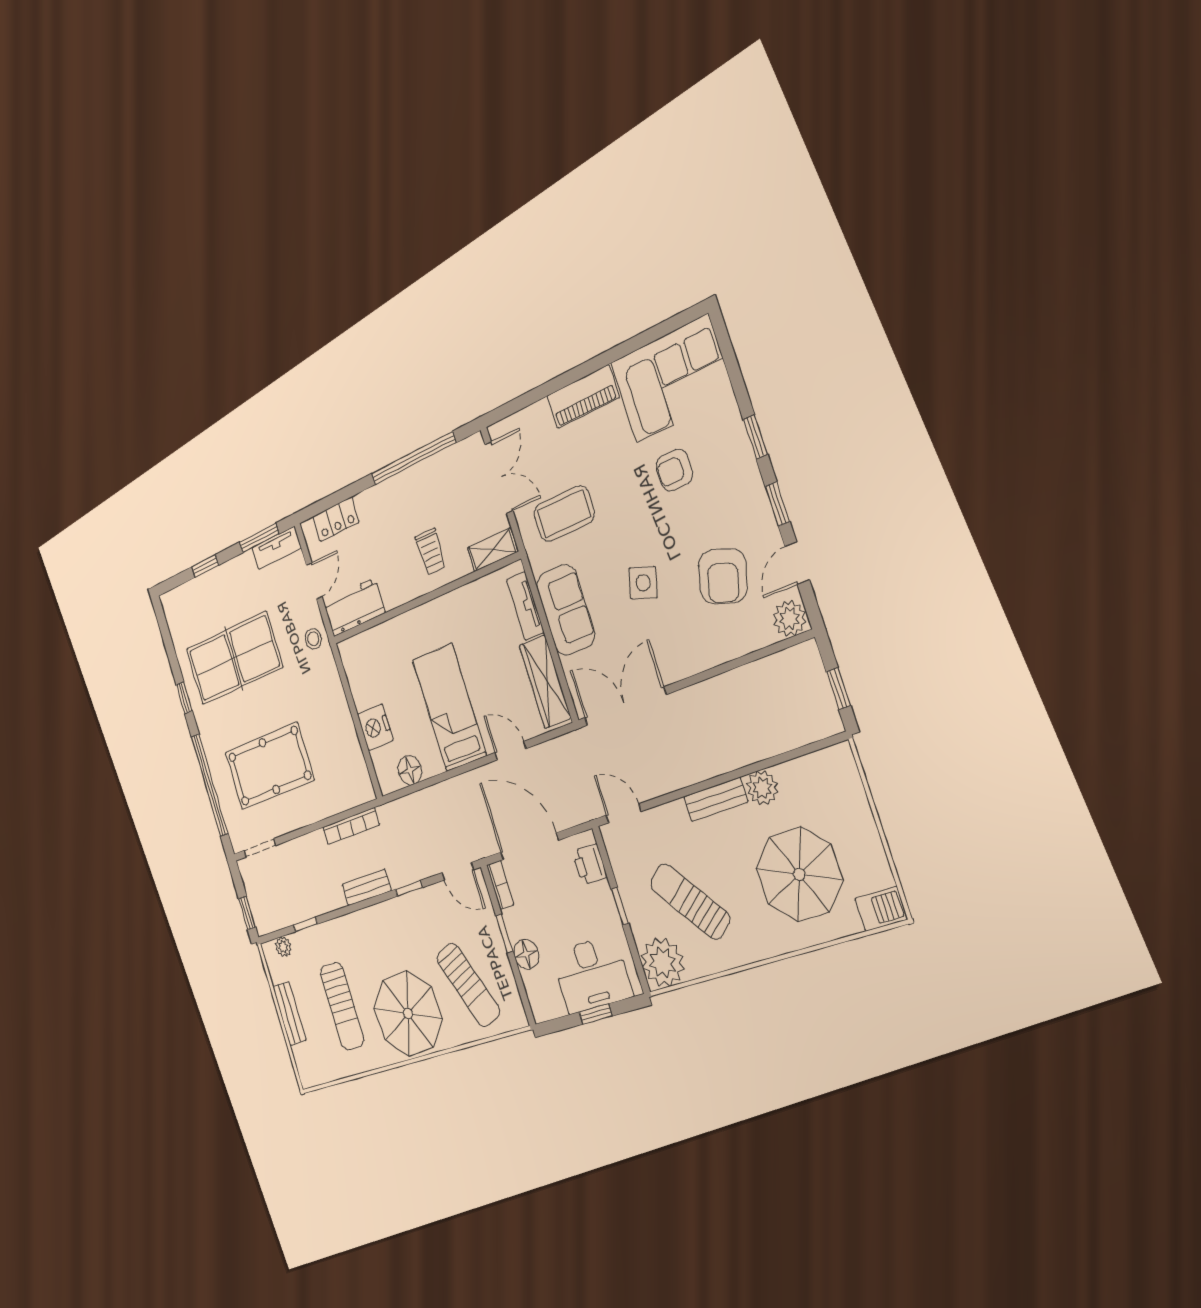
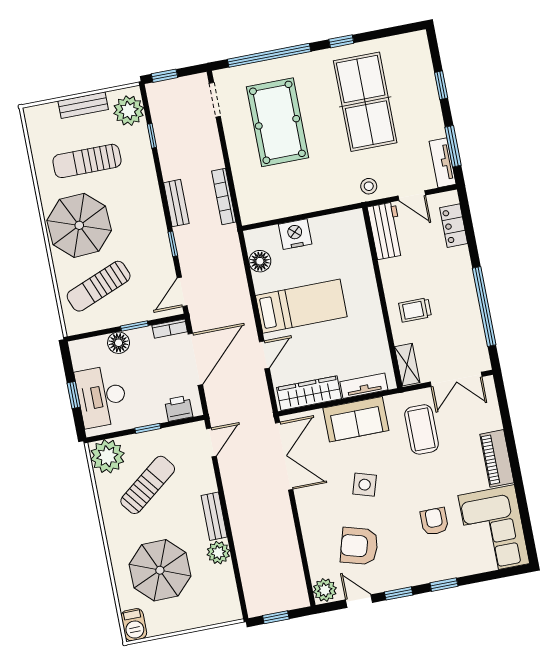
plant: (283, 947) -> (129, 111), width x1.88, depth x1.88

